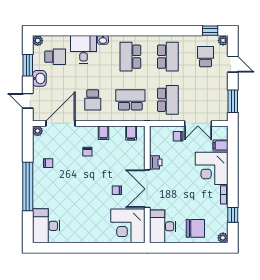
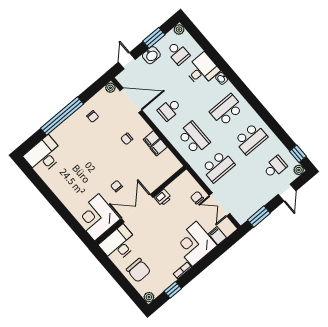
filing cabinet: (131, 133) -> (159, 148), moved

